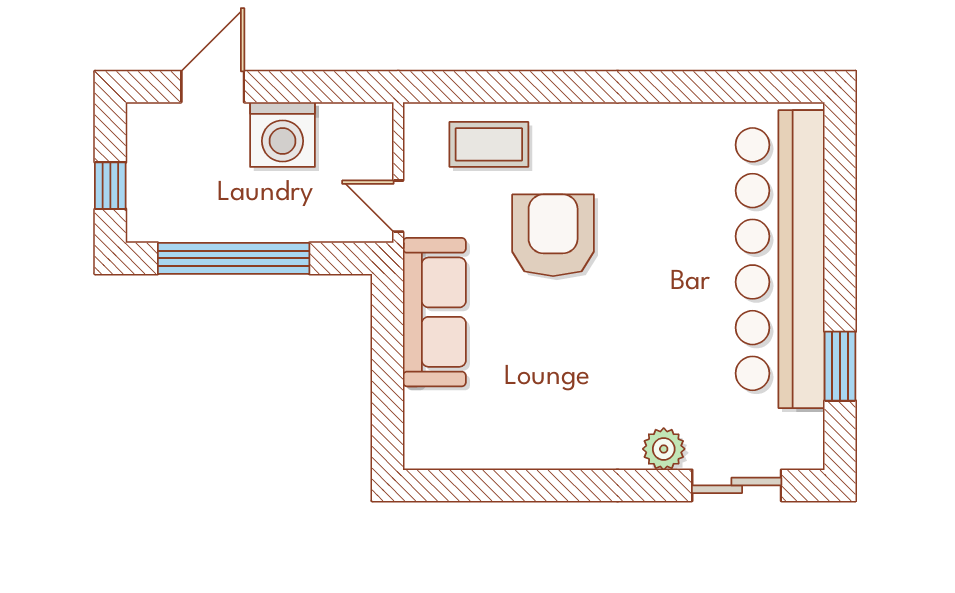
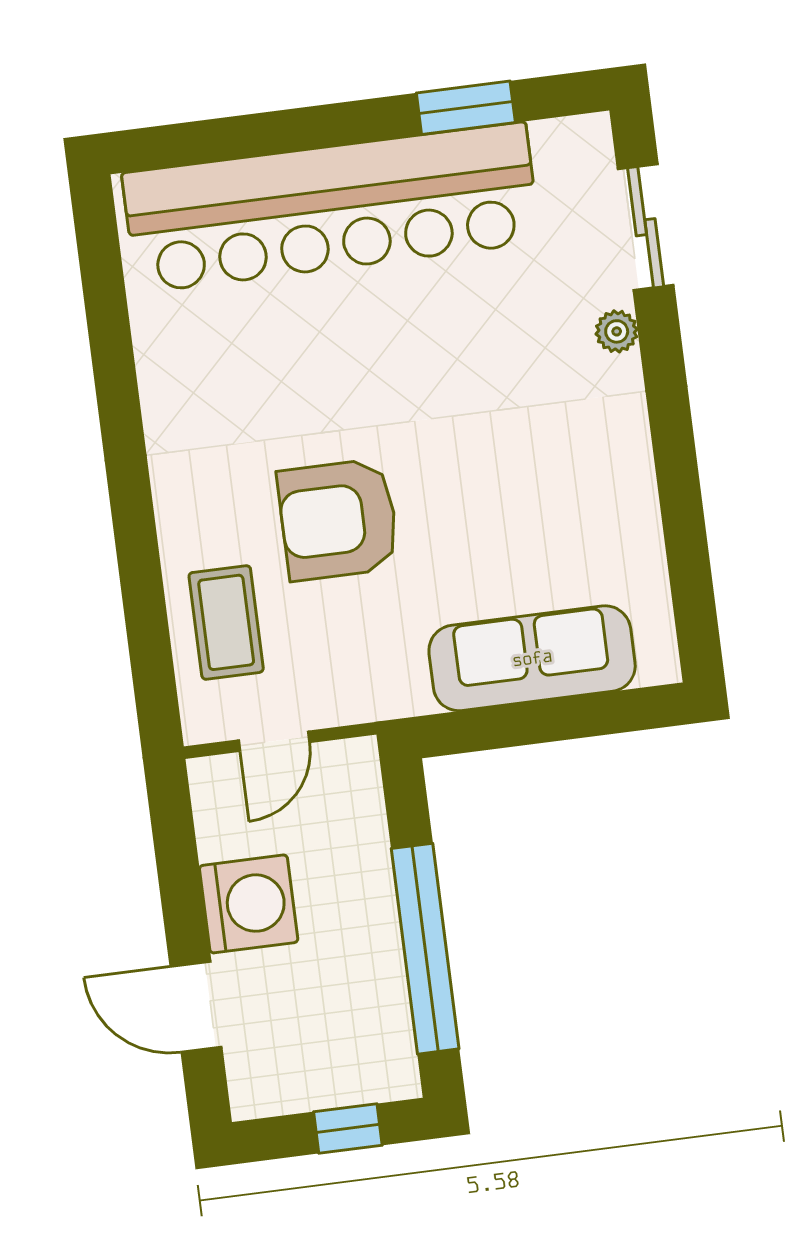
door: (398, 206) -> (274, 741), moved
sofa: (434, 312) -> (532, 658), moved
plant: (664, 449) -> (617, 331), width x0.73, depth x0.73

